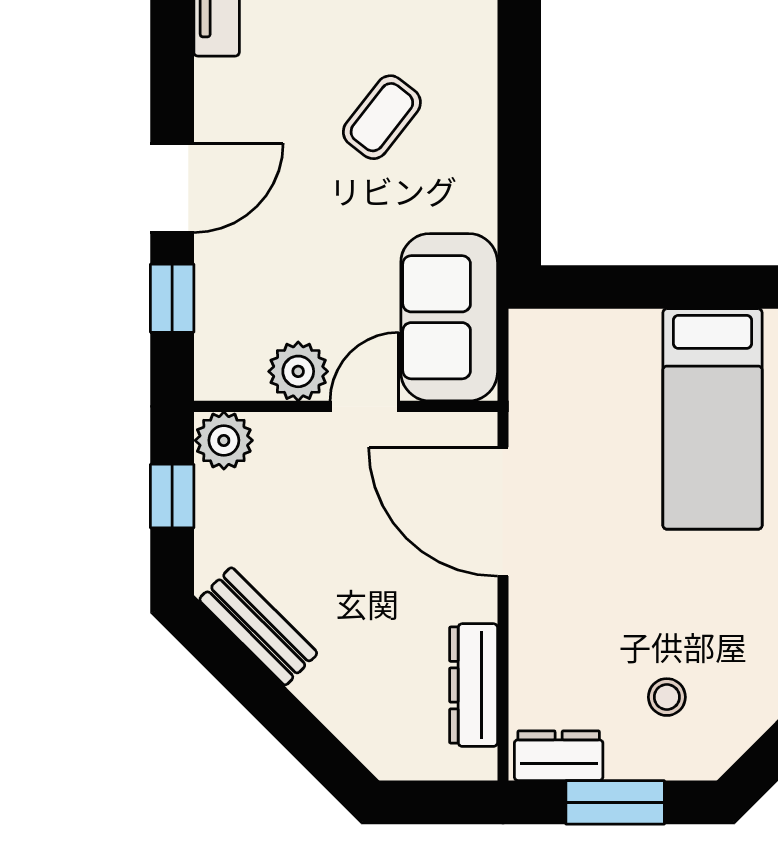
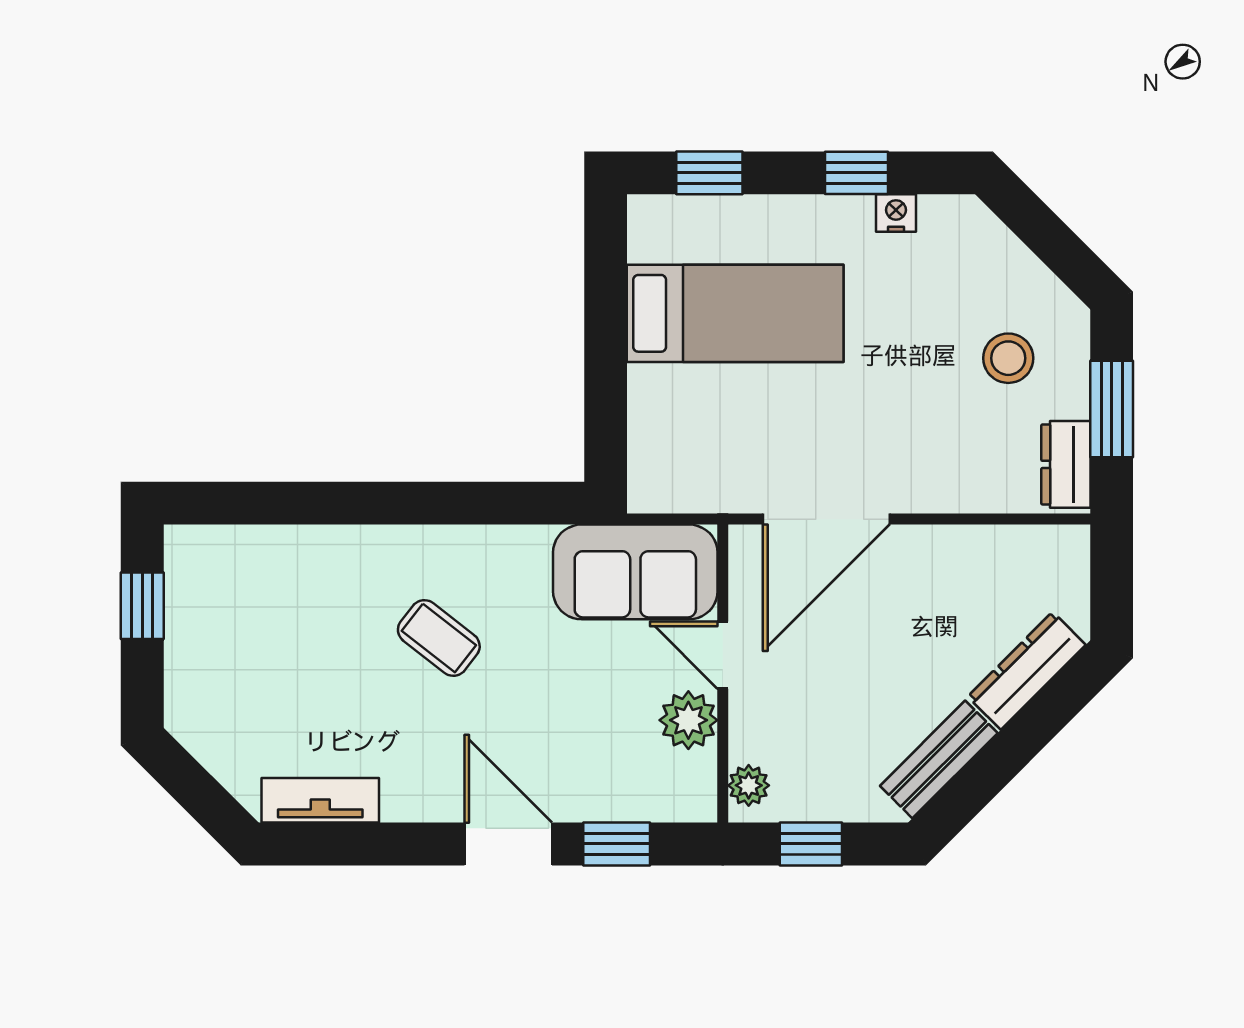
plant: (224, 440) -> (749, 785), width x0.73, depth x0.73
dresser: (474, 685) -> (1027, 671), moved, turned 135
stool: (667, 697) -> (1008, 358), width x1.37, depth x1.37

